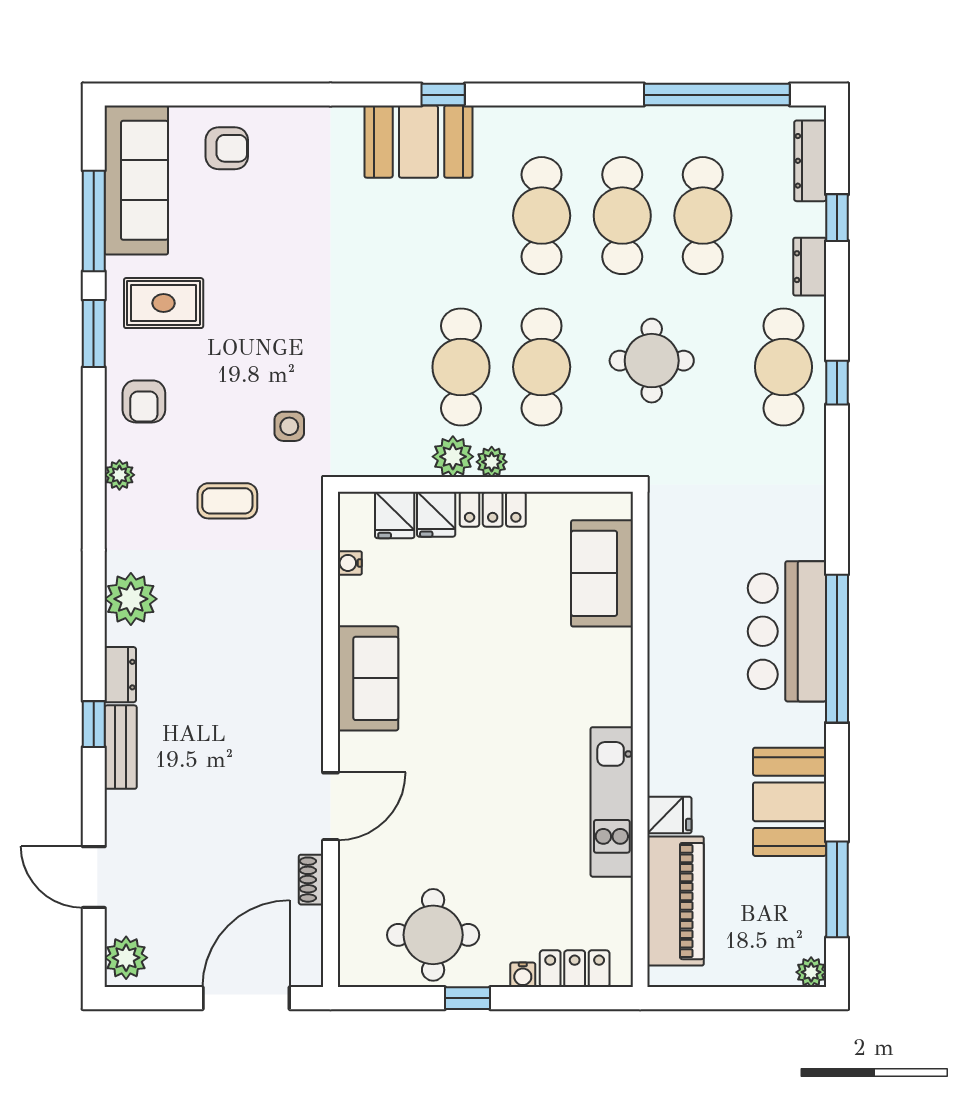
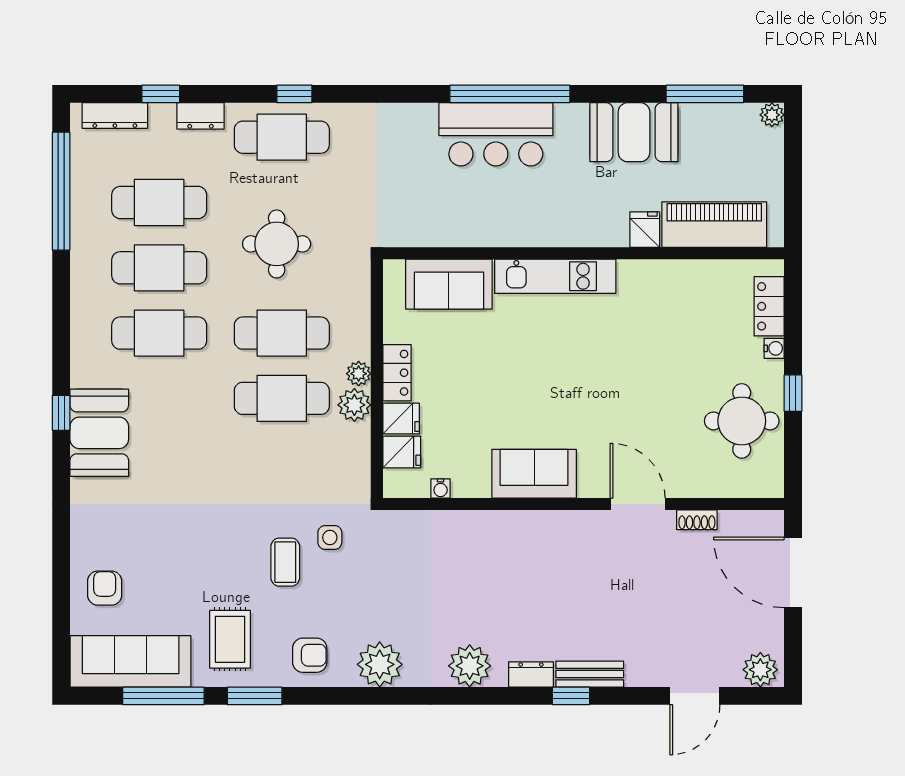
plant: (119, 475) -> (380, 664), width x1.88, depth x1.88
coffee table: (227, 501) -> (285, 562), moved
kitchen unit: (612, 802) -> (555, 276), moved

